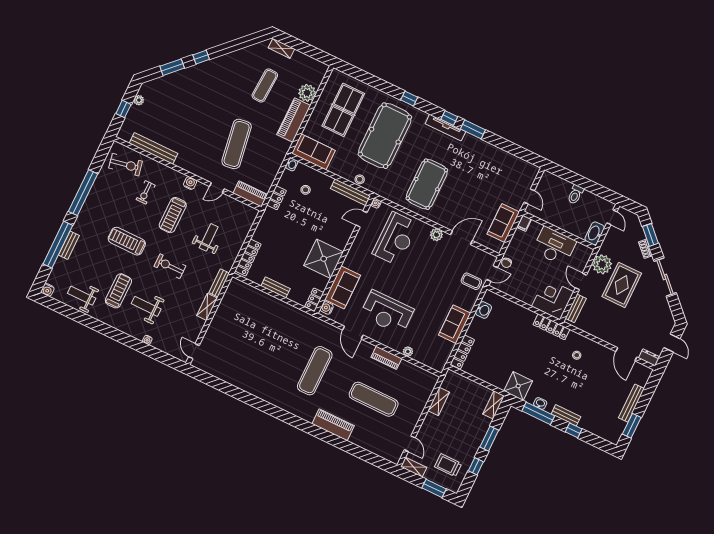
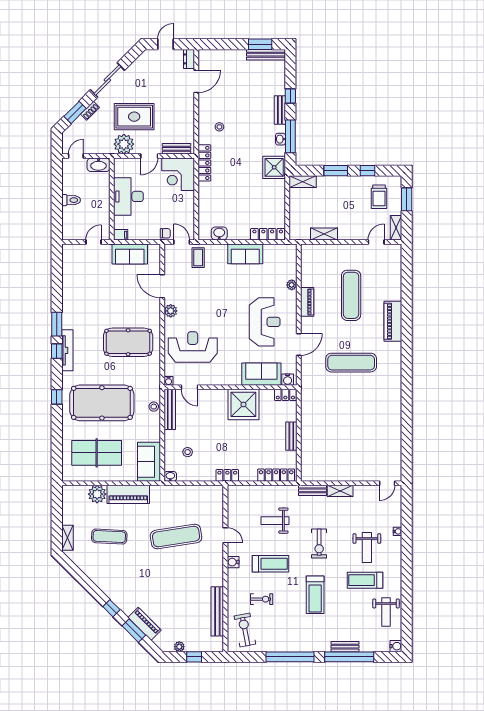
piano: (250, 194) -> (145, 624), moved, turned 135
locker: (277, 198) -> (227, 475), moved
bench: (631, 403) -> (266, 55), moved

